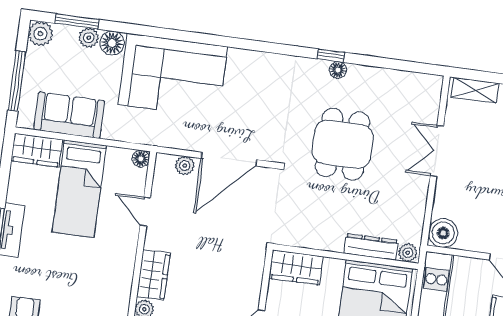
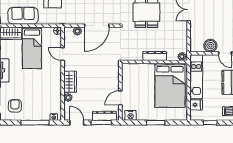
boiler: (443, 233) -> (210, 46), moved
dresser: (371, 247) -> (155, 56), moved
wardrobe: (296, 268) -> (133, 70), removed

